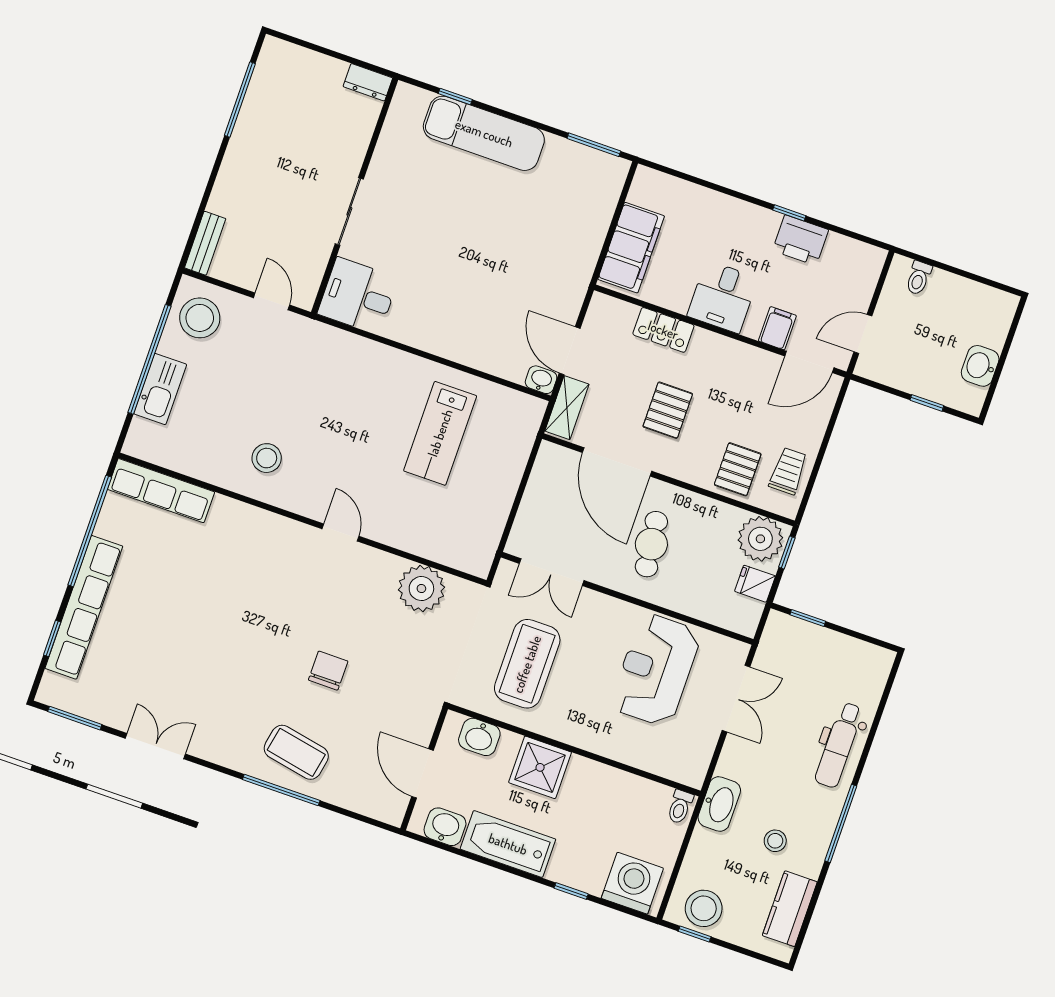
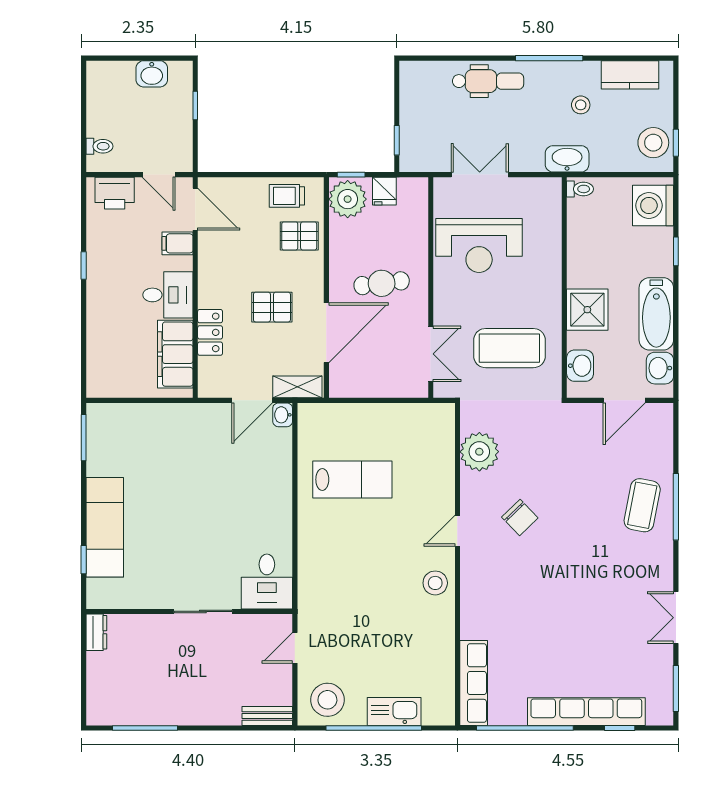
printer: (801, 240) -> (115, 193), moved, turned 90
filing cabinet: (631, 248) -> (175, 354), moved, turned -90
stool: (267, 458) -> (435, 583), moved
chair: (328, 671) -> (520, 518), moved, turned -134

